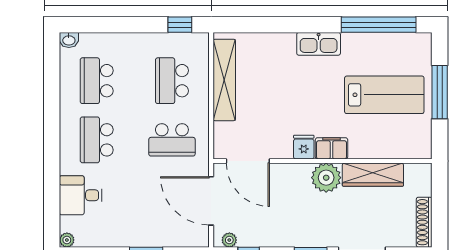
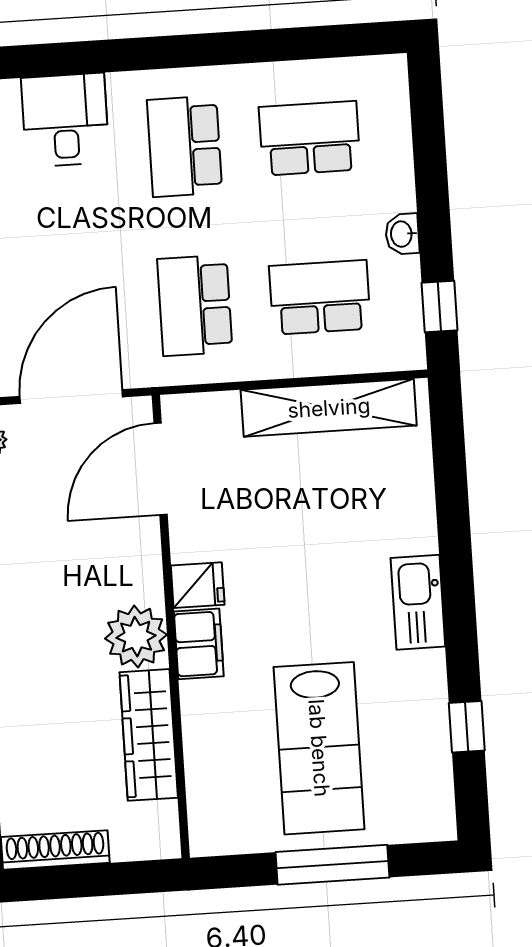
window: (379, 25) -> (467, 727), width x0.32
washbasin: (69, 40) -> (402, 234), moved
school desk: (97, 140) -> (185, 146), turned -90

